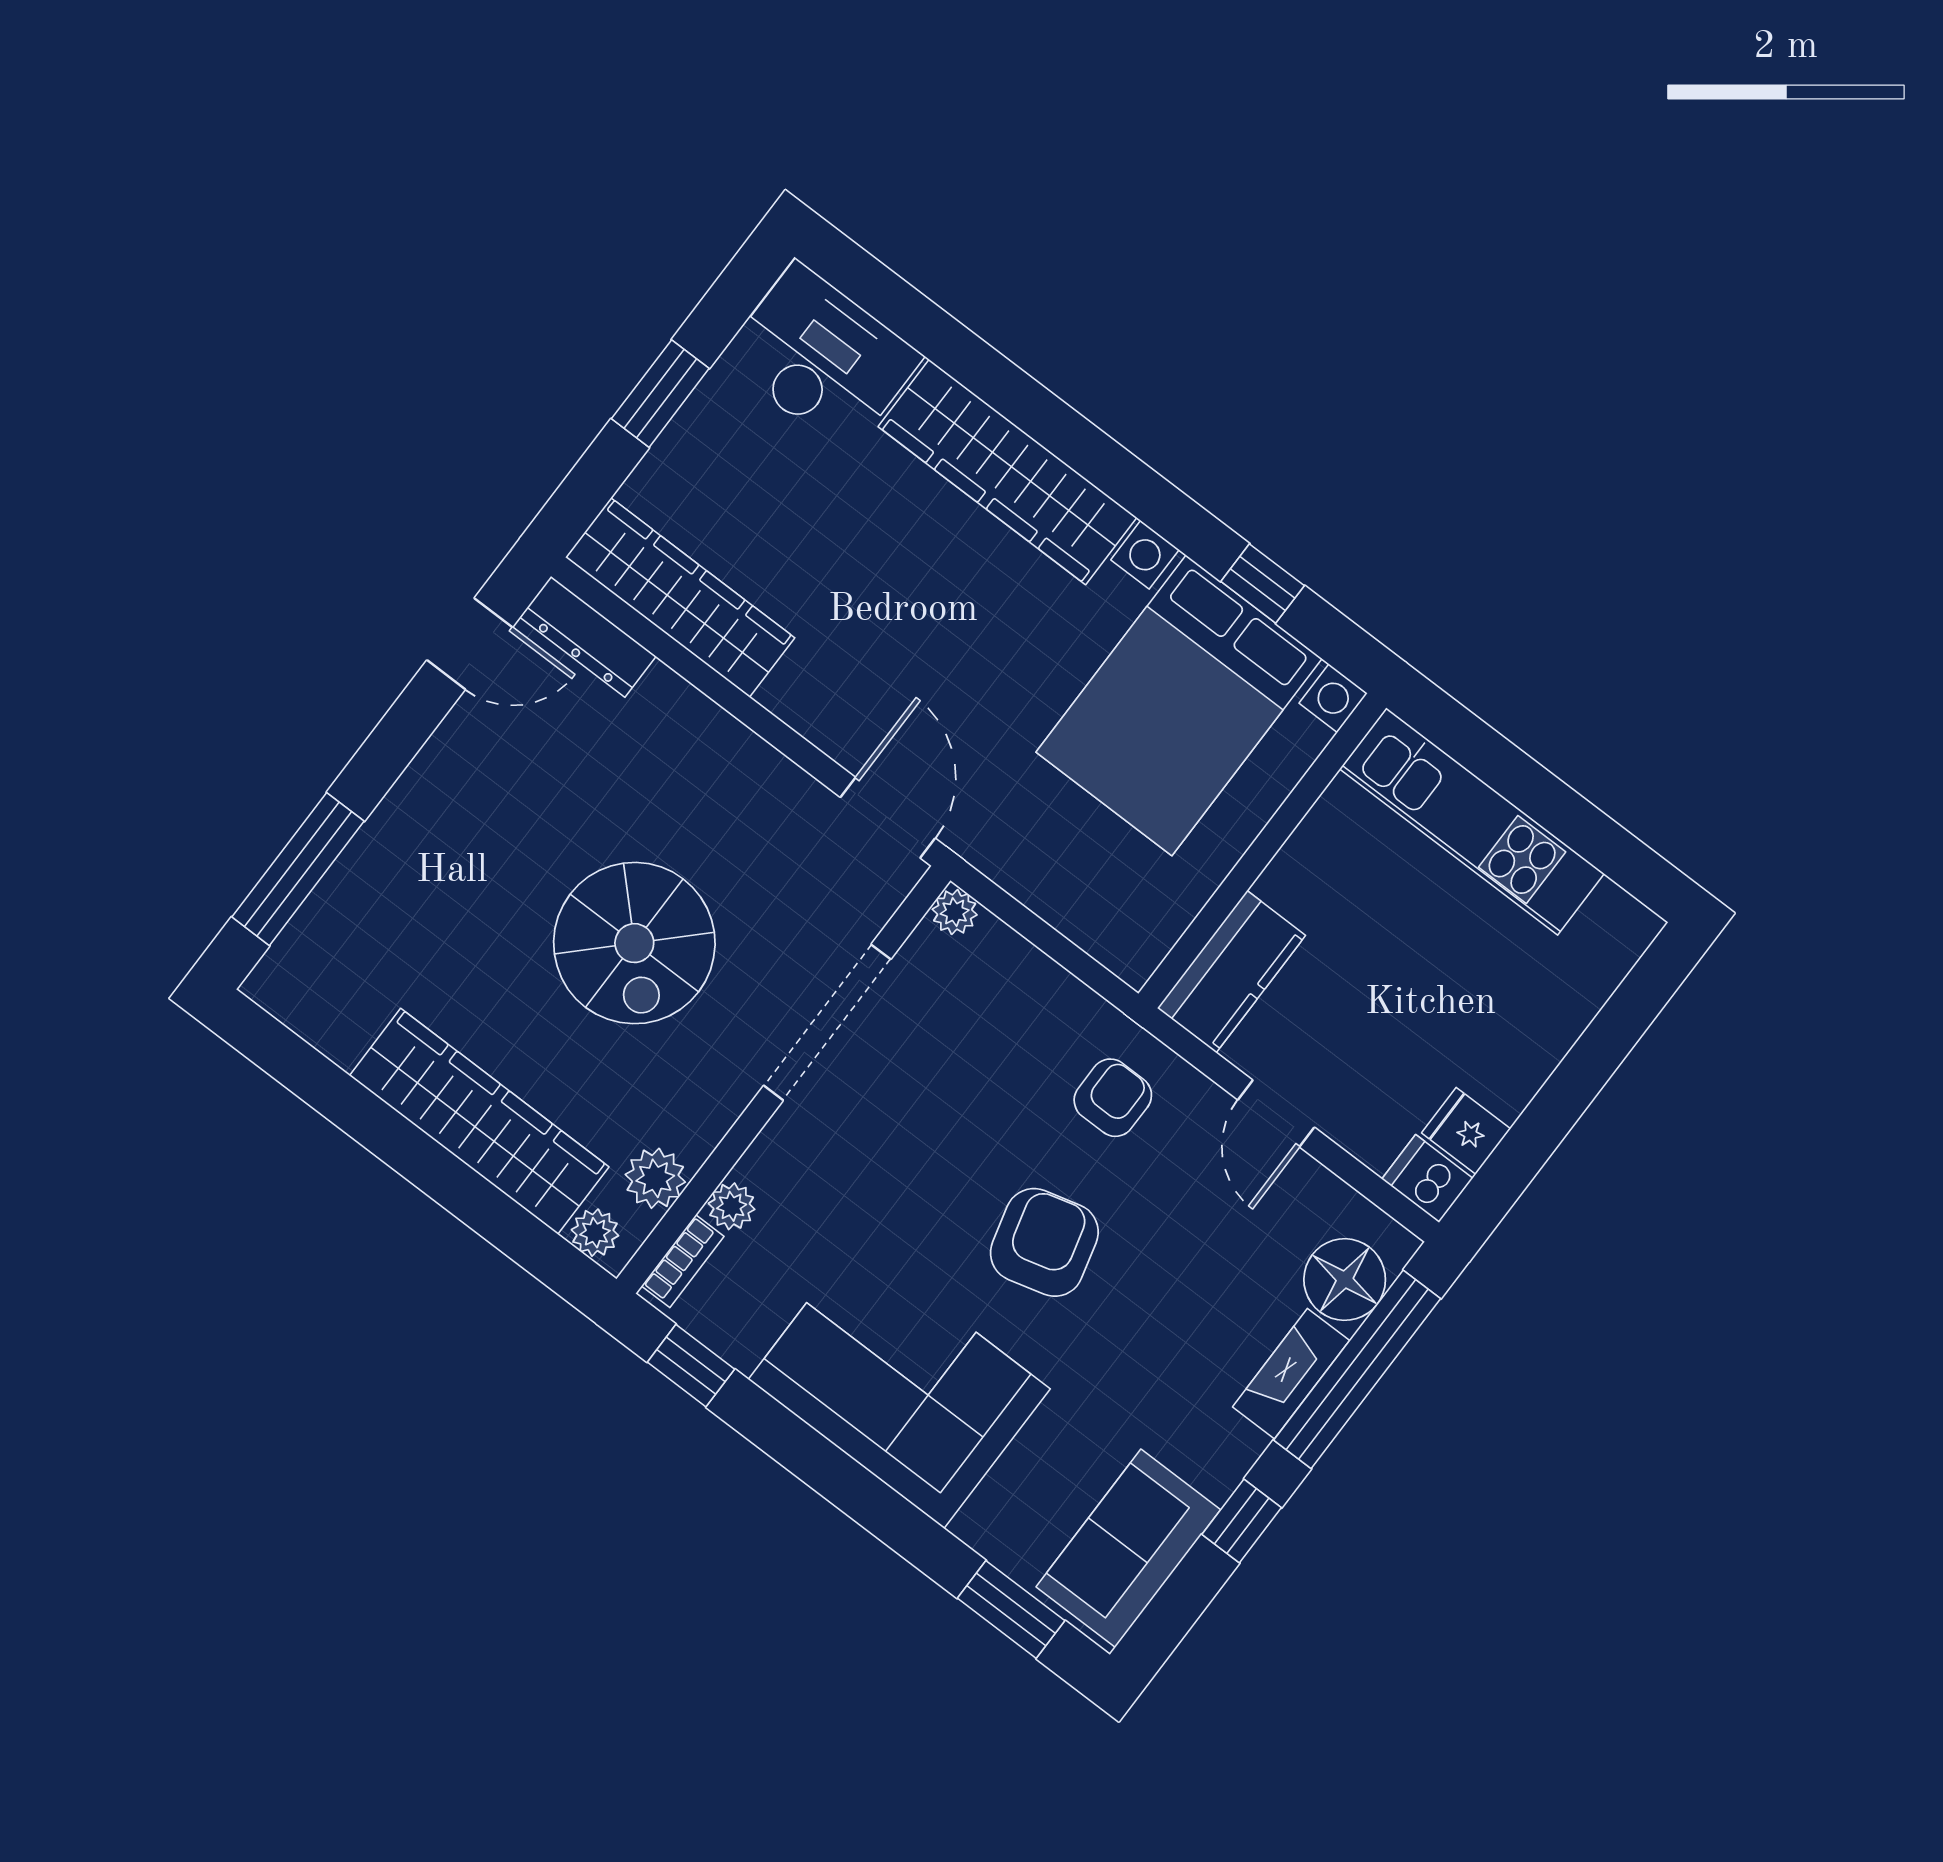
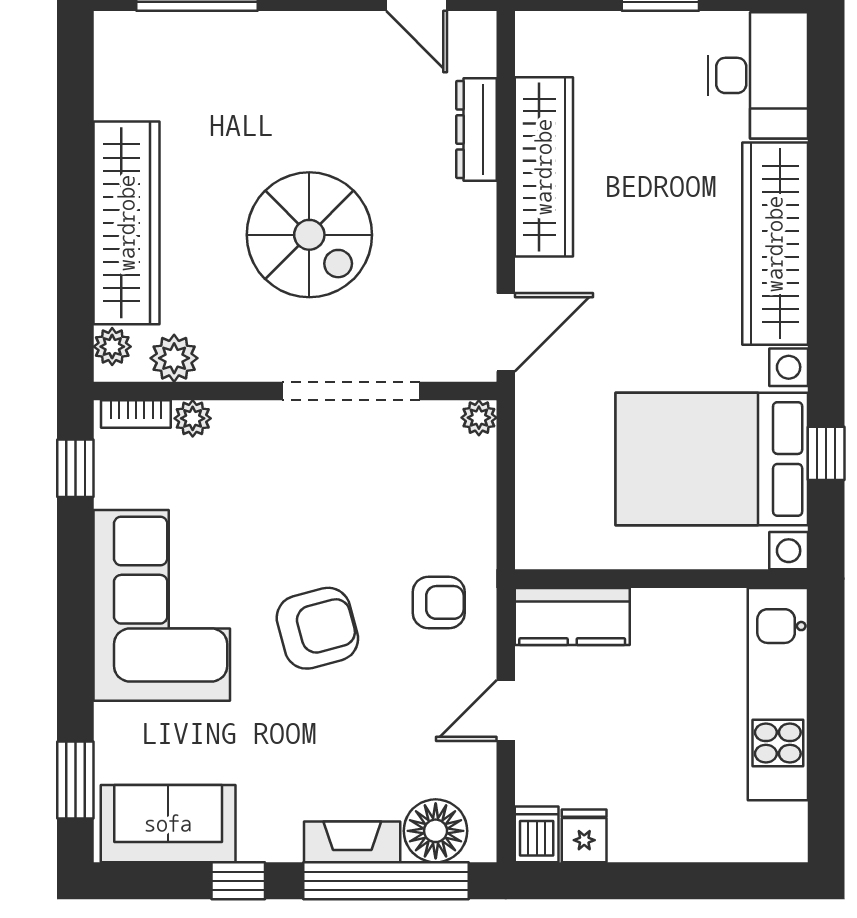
wardrobe: (680, 598) -> (544, 167), moved
dresser: (588, 637) -> (476, 130), moved
spiral stairs: (634, 943) -> (309, 235), turned -90

